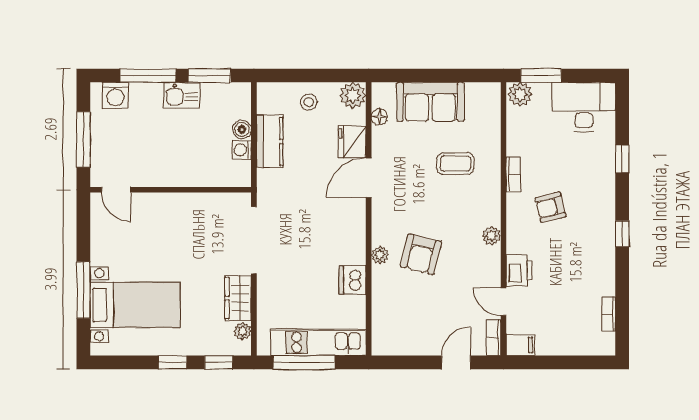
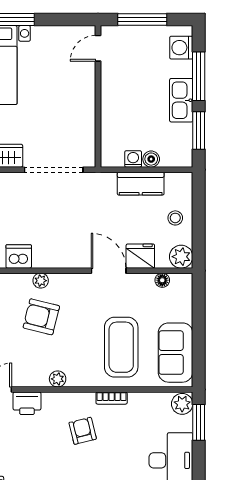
kitchen sink: (182, 95) -> (181, 100), width x1.38
sofa: (430, 102) -> (176, 353), moved
coffee table: (455, 164) -> (121, 347), width x1.86, depth x1.72

